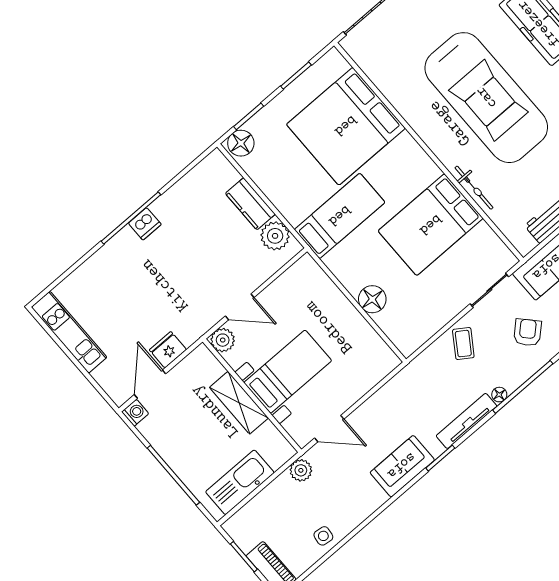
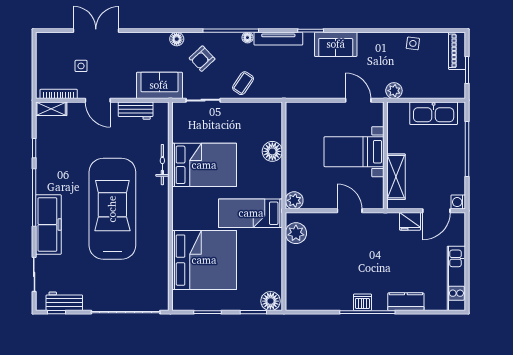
kitchen counter: (250, 204) -> (406, 302), moved, turned -90
plant: (223, 340) -> (294, 200), moved
shelving: (239, 403) -> (396, 177), moved

